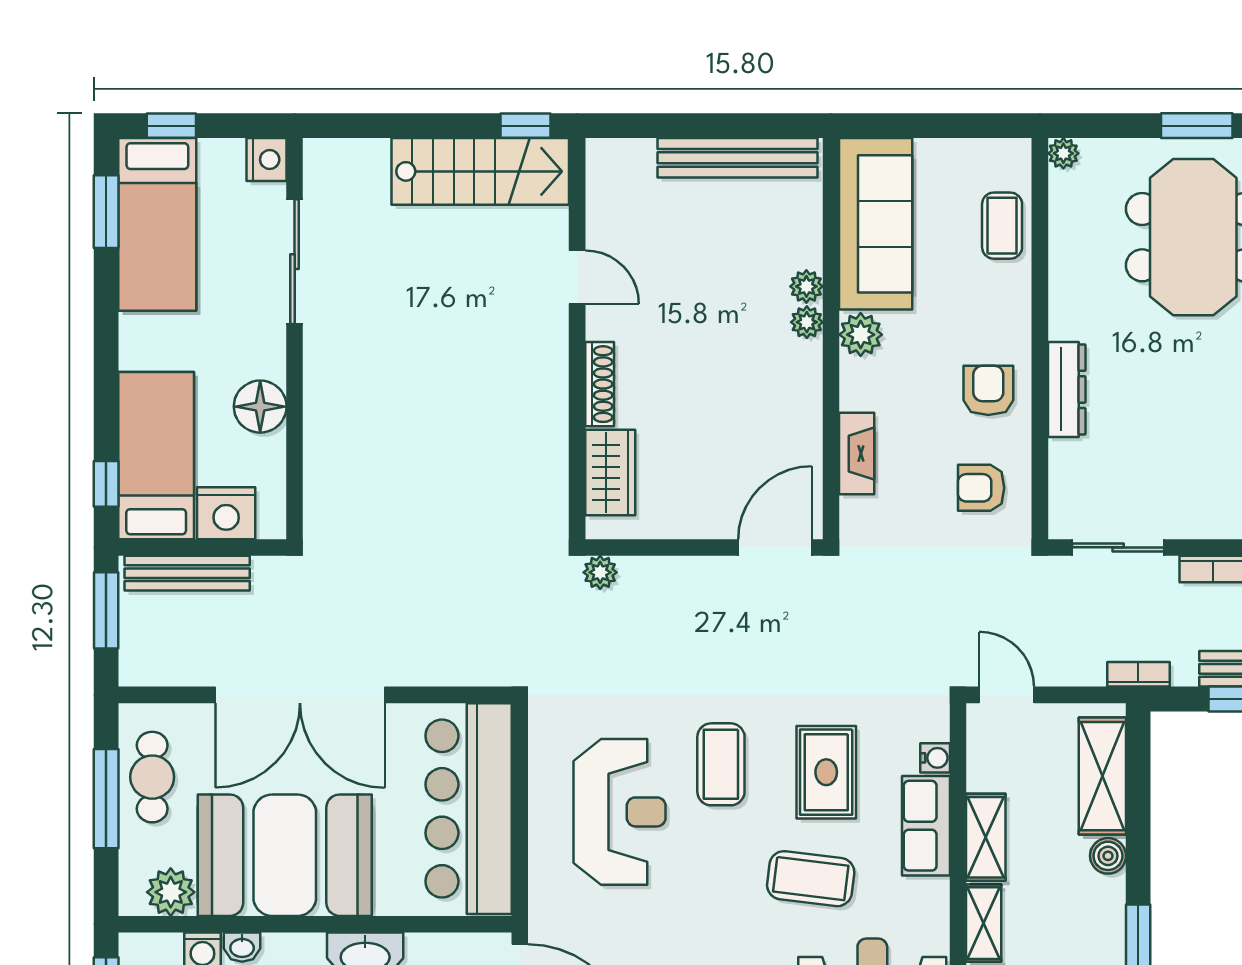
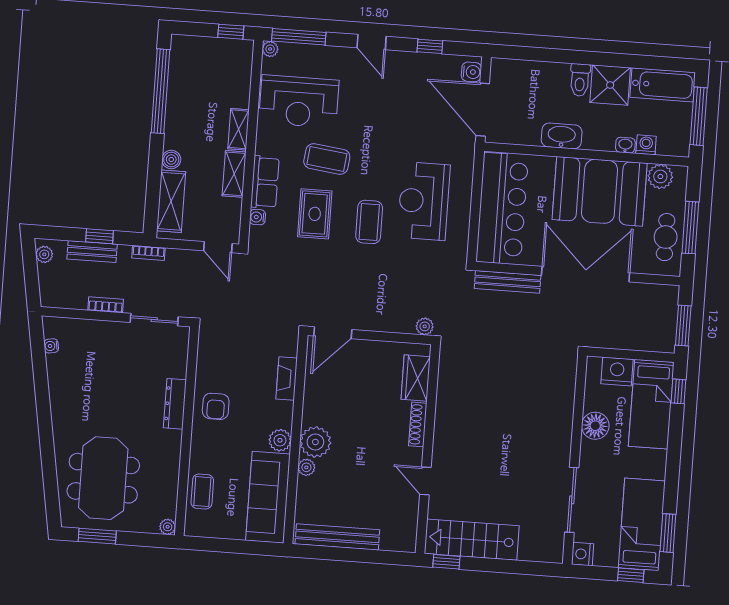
plant: (807, 322) -> (315, 442), width x1.88, depth x1.88
armchair: (981, 488) -> (223, 356), removed
bench: (187, 573) -> (508, 282), moved

